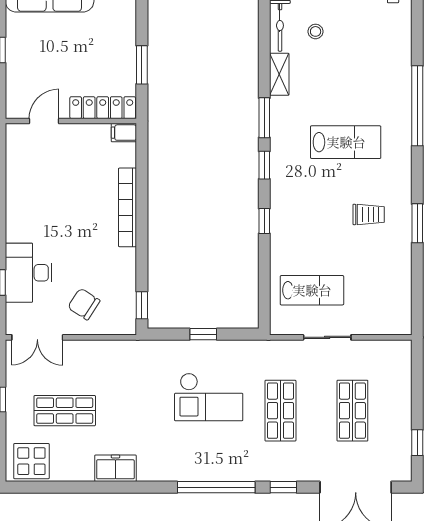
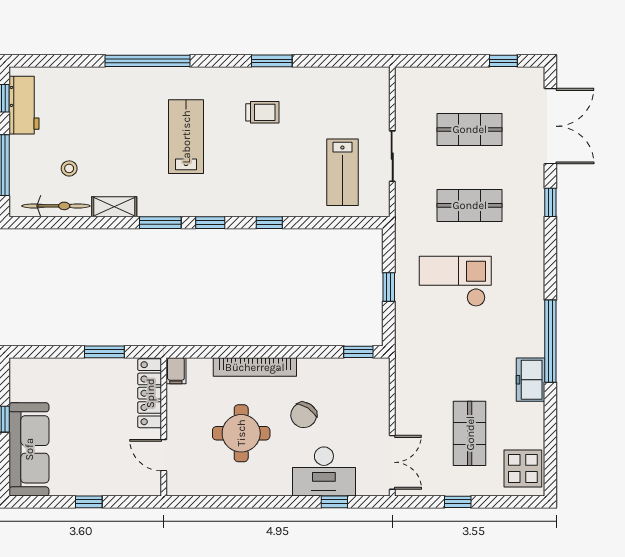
round table: (65, 194) -> (241, 433), added
trolley: (369, 214) -> (262, 112), turned 90
lab bench: (312, 290) -> (342, 172), turned 180
chair: (84, 304) -> (304, 415), moved
checkout: (209, 397) -> (455, 281), turned -90
window: (216, 487) -> (550, 341), moved

